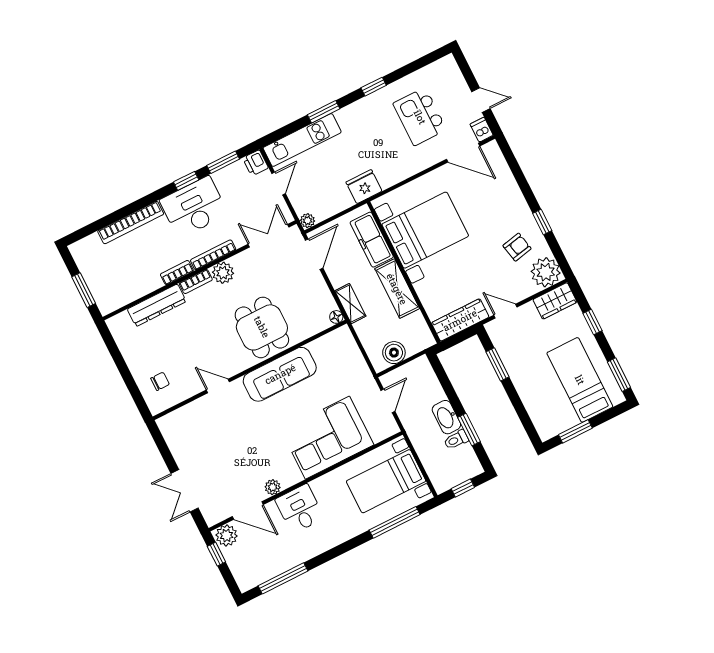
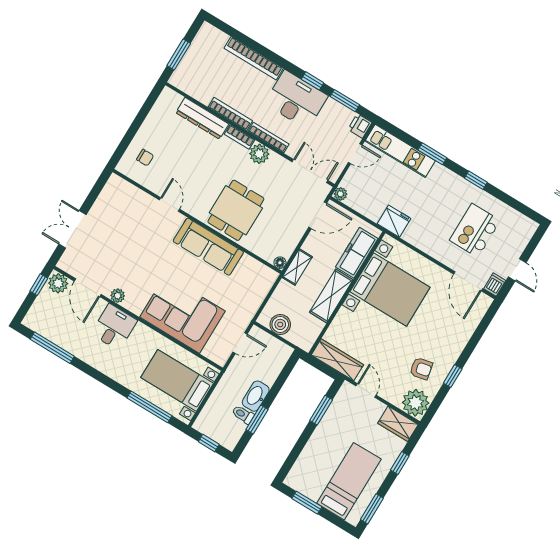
bookcase: (177, 273) -> (230, 114), width x1.56

